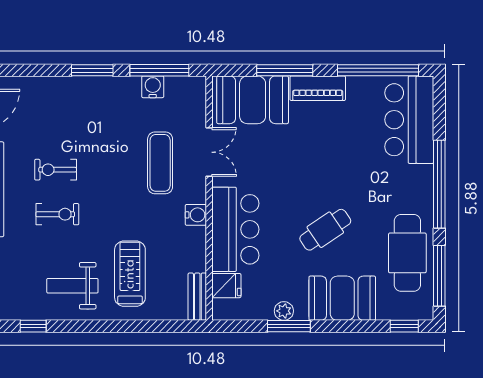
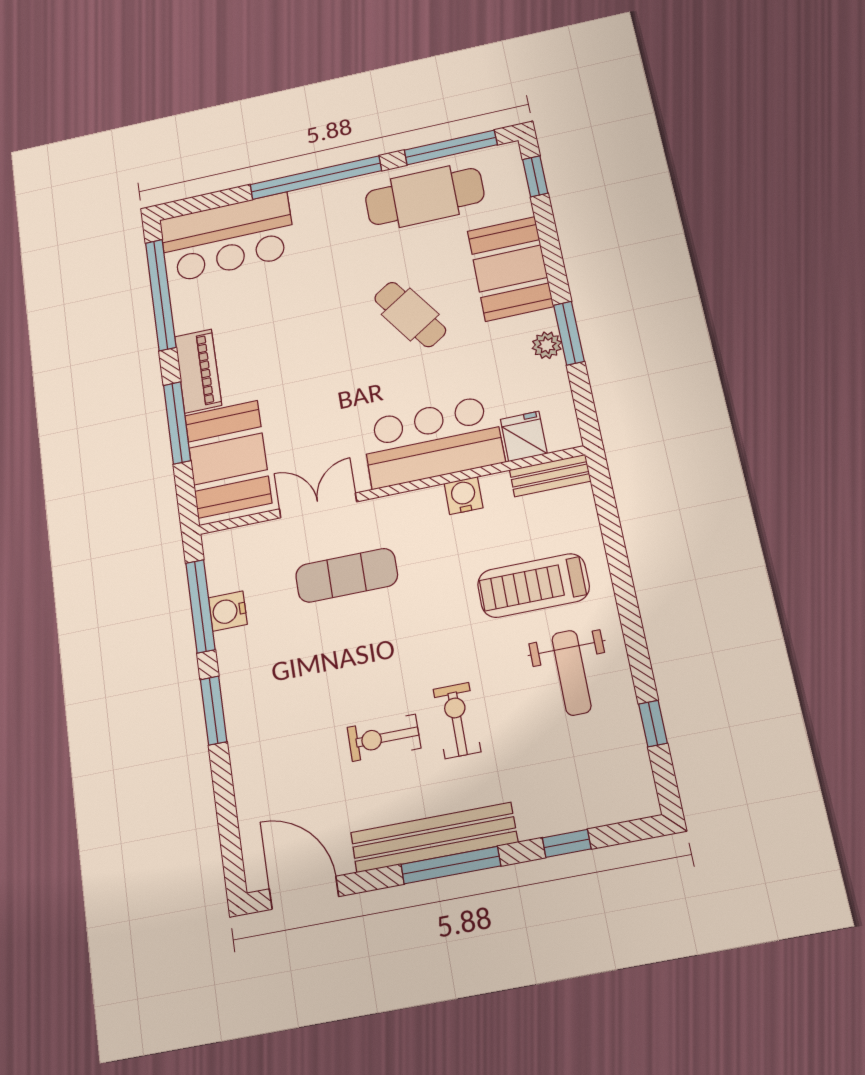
exercise bike: (56, 170) -> (384, 738), turned 90
water cooler: (196, 215) -> (464, 496), moved

